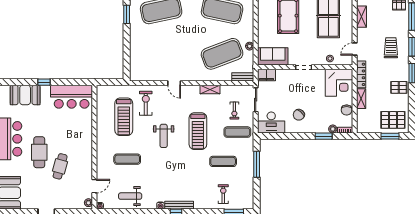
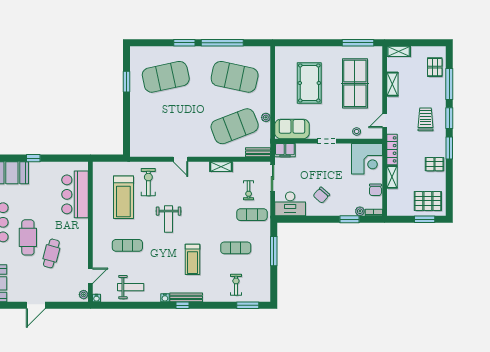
bar counter: (72, 97) -> (75, 194), moved, turned 90
treadmill: (198, 131) -> (193, 259), moved, width x0.73, depth x0.73
weight bench: (130, 196) -> (131, 287), turned 180

